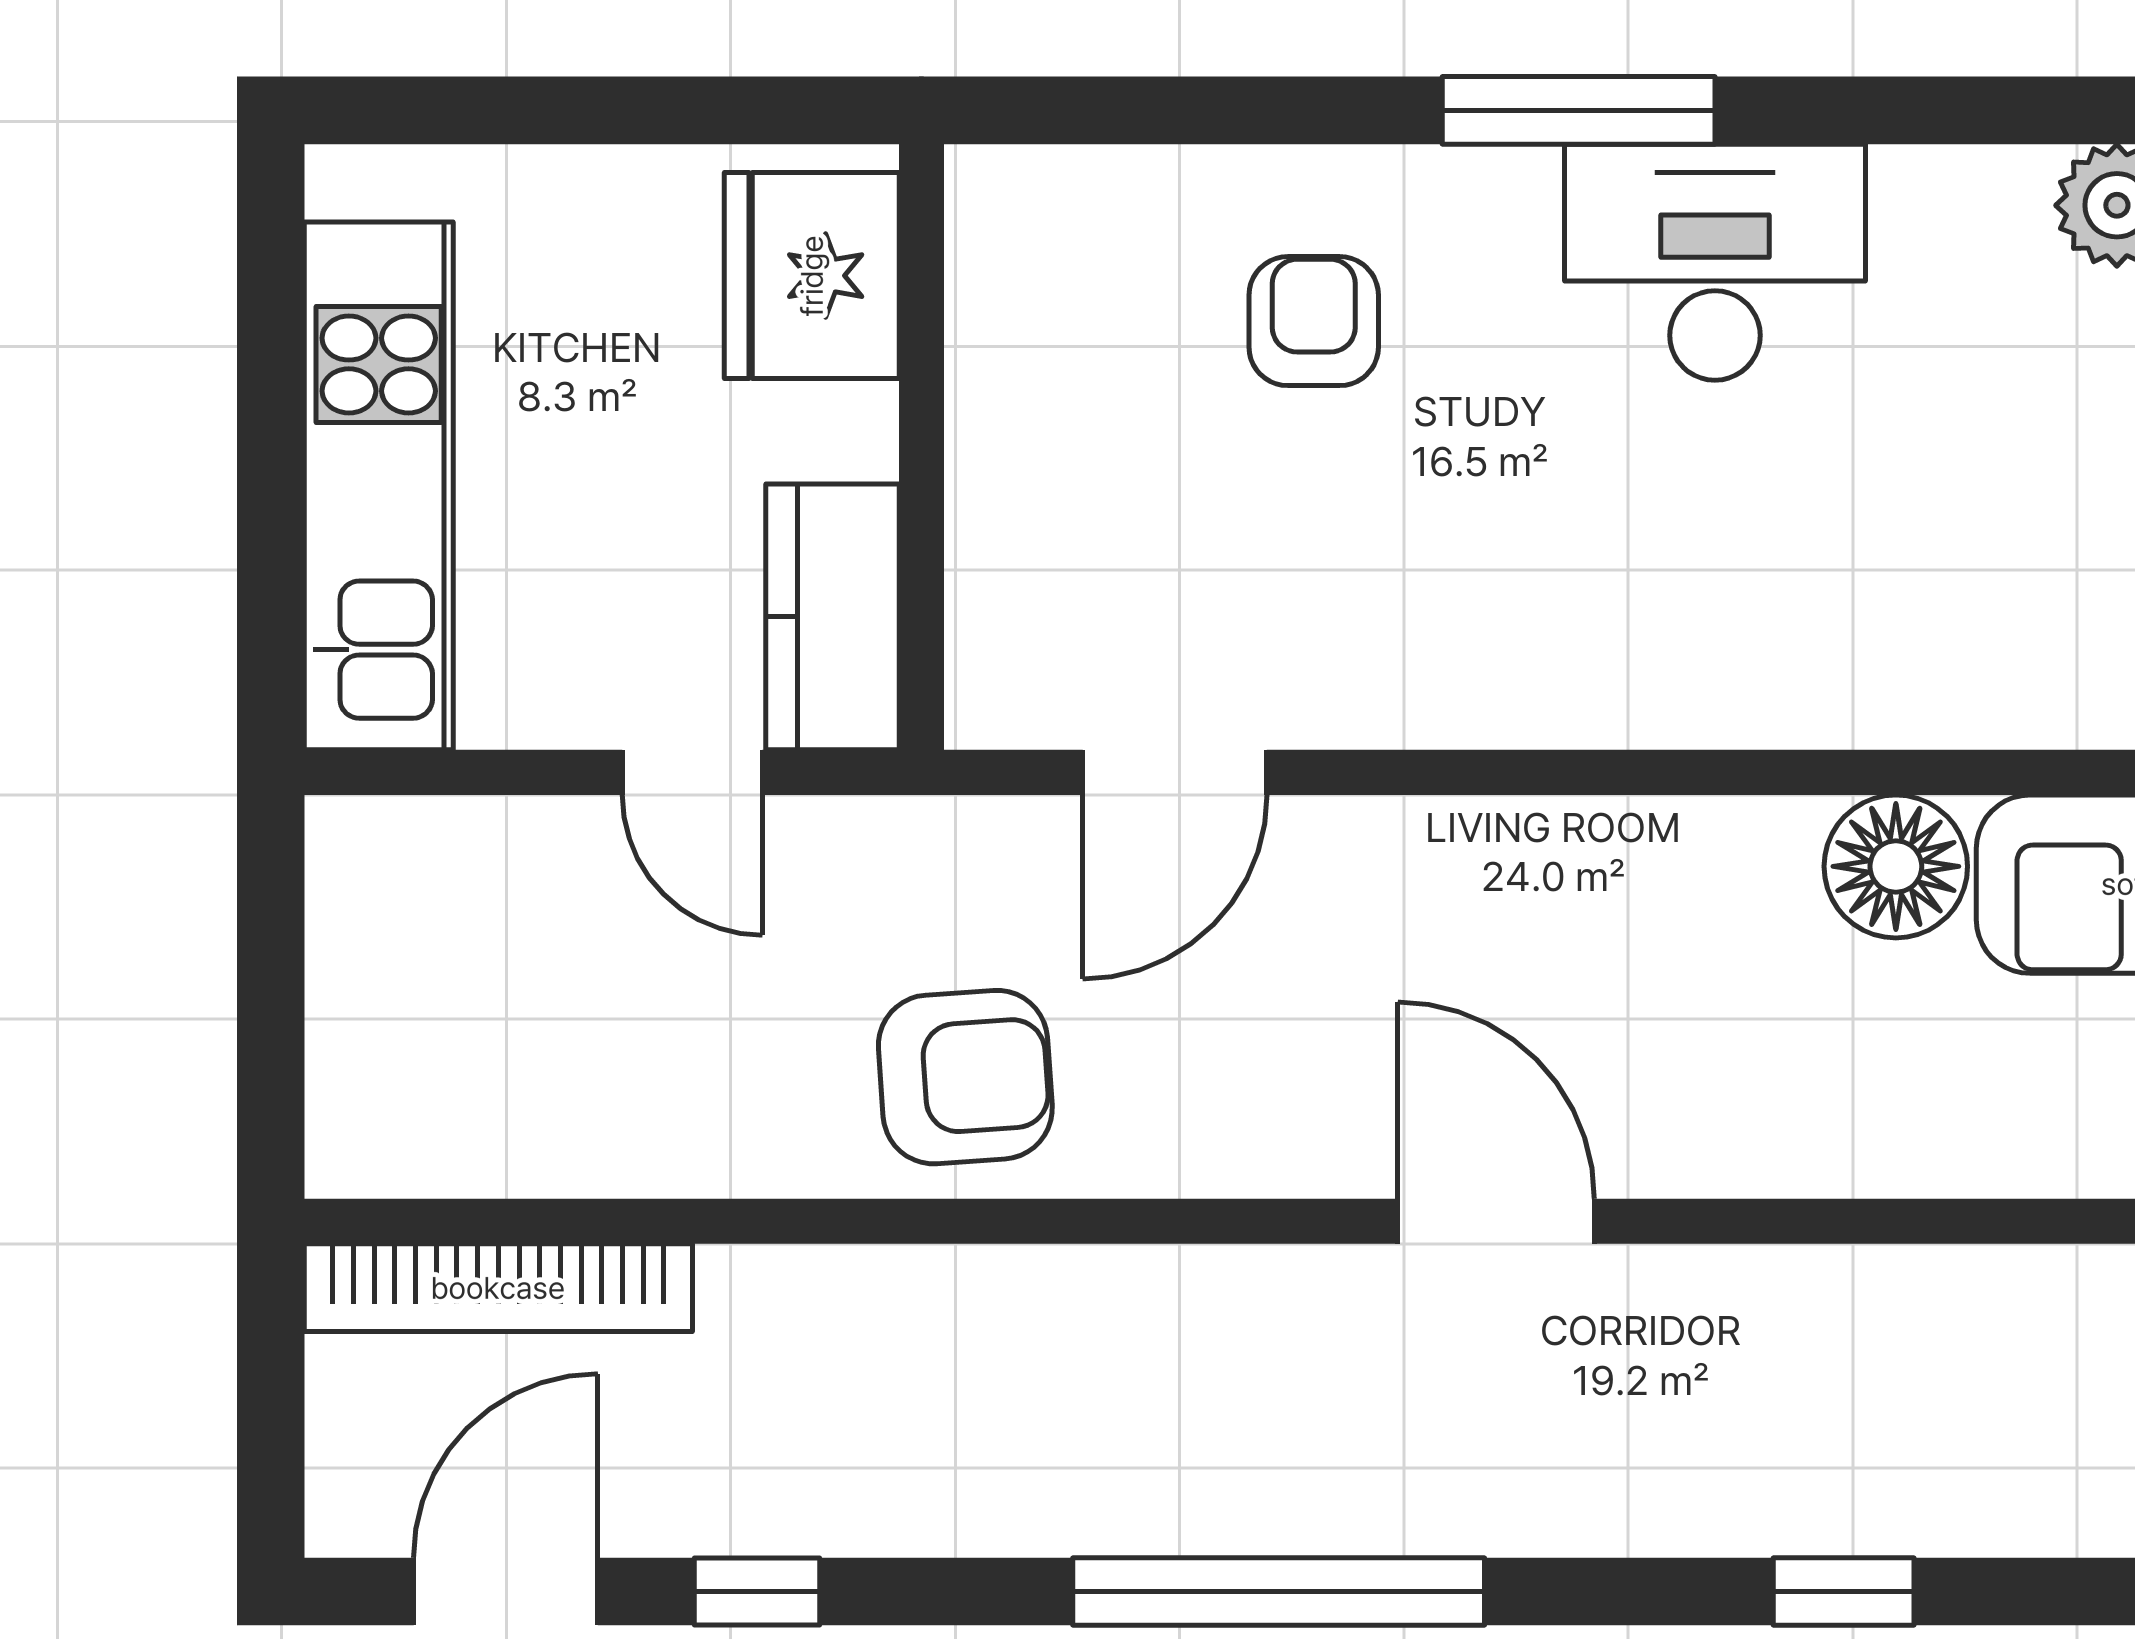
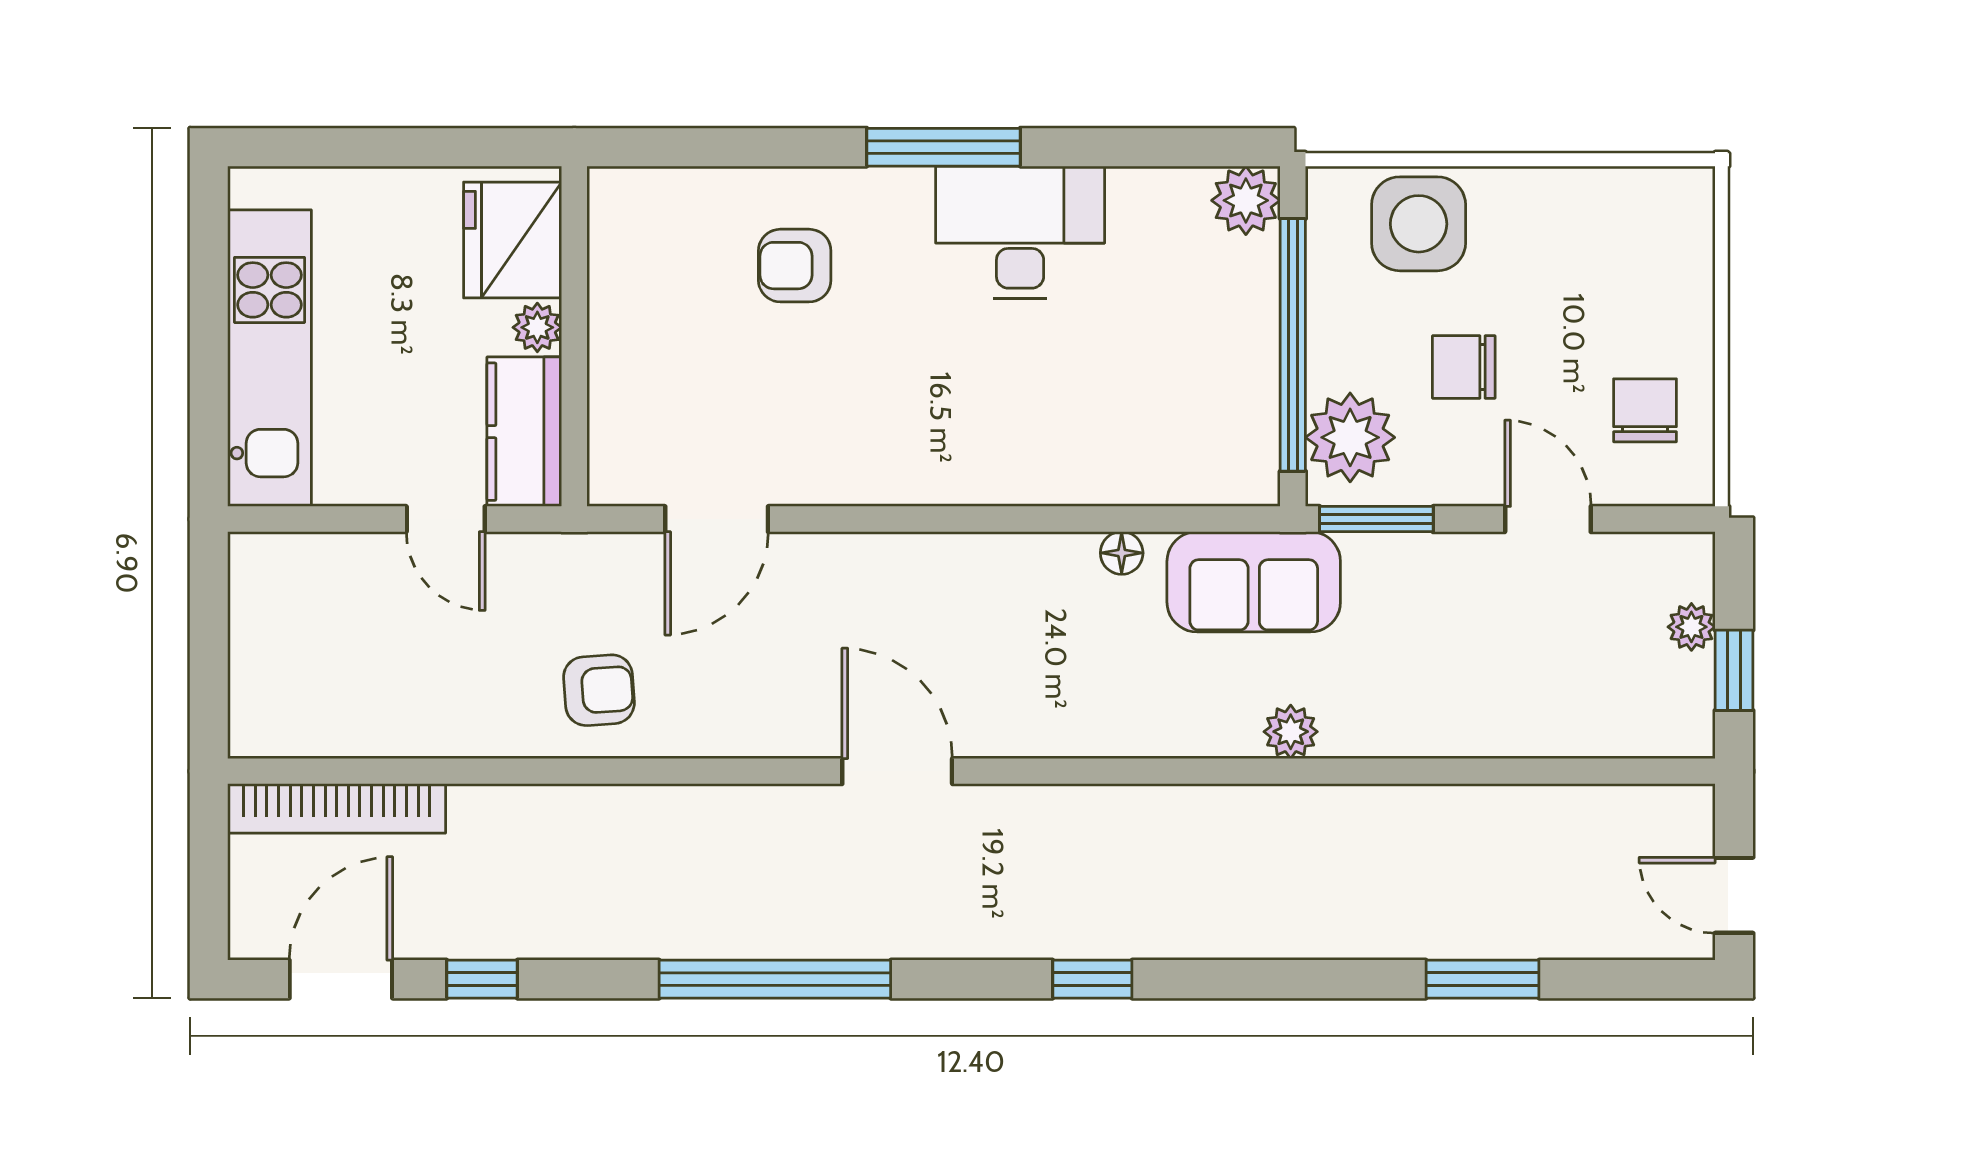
armchair: (1314, 321) -> (795, 266), turned -90
plant: (855, 431) -> (537, 327), added
floor lamp: (1896, 866) -> (1122, 553), width x0.53, depth x0.53
armchair: (965, 1077) -> (599, 690), width x0.72, depth x0.72

